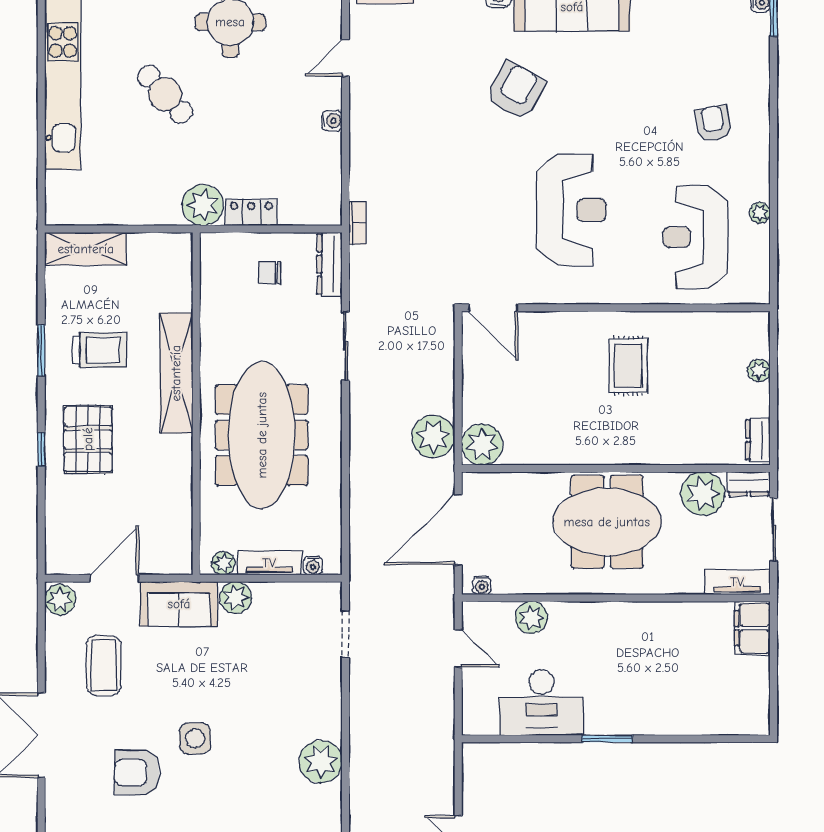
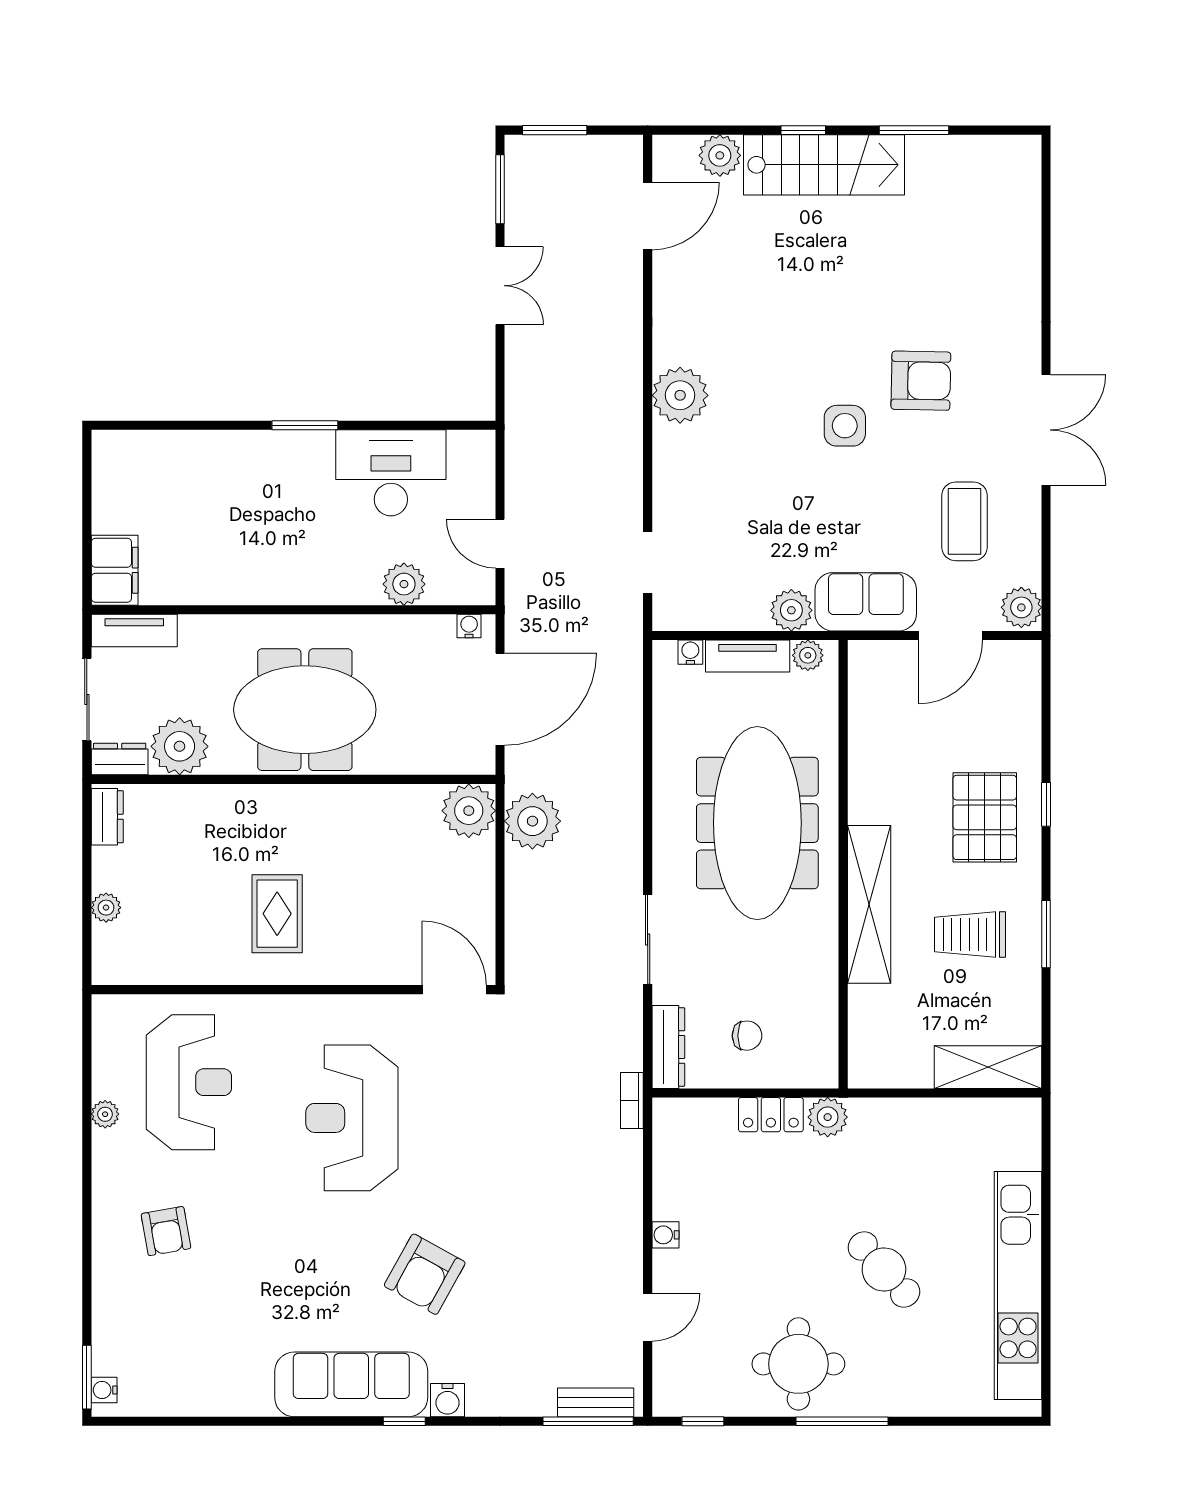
plant: (203, 205) -> (828, 1117), width x0.73, depth x0.73

